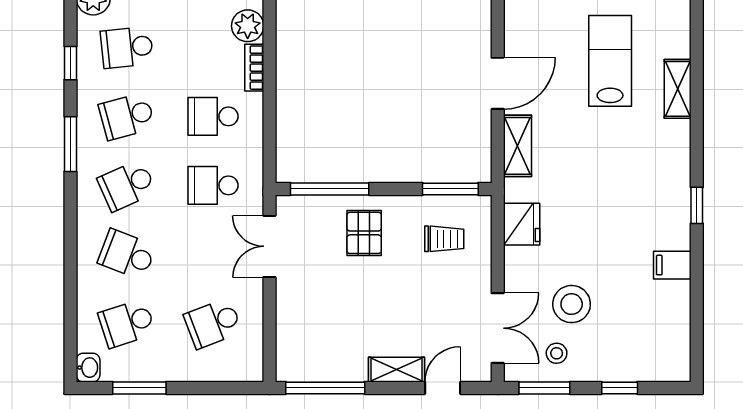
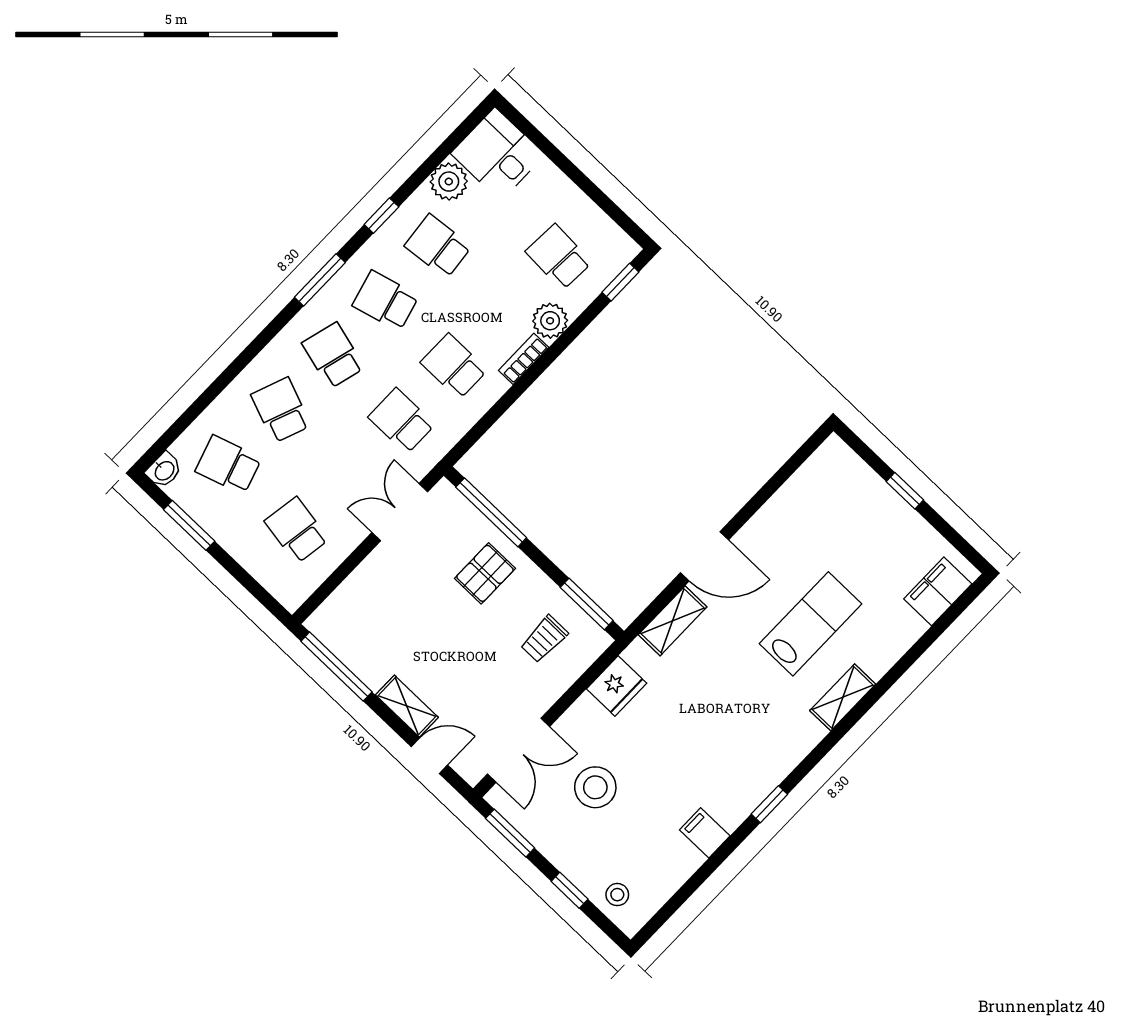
school desk: (127, 185) -> (333, 355), turned 39
trolley: (444, 239) -> (544, 639), turned 90
school desk: (213, 323) -> (297, 530), turned 30
stool: (557, 353) -> (617, 895), moved

